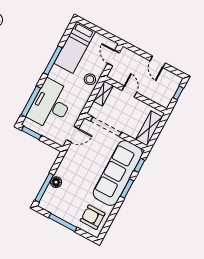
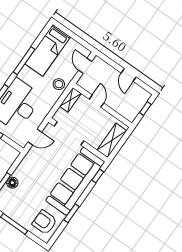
window: (127, 188) -> (72, 213), moved

